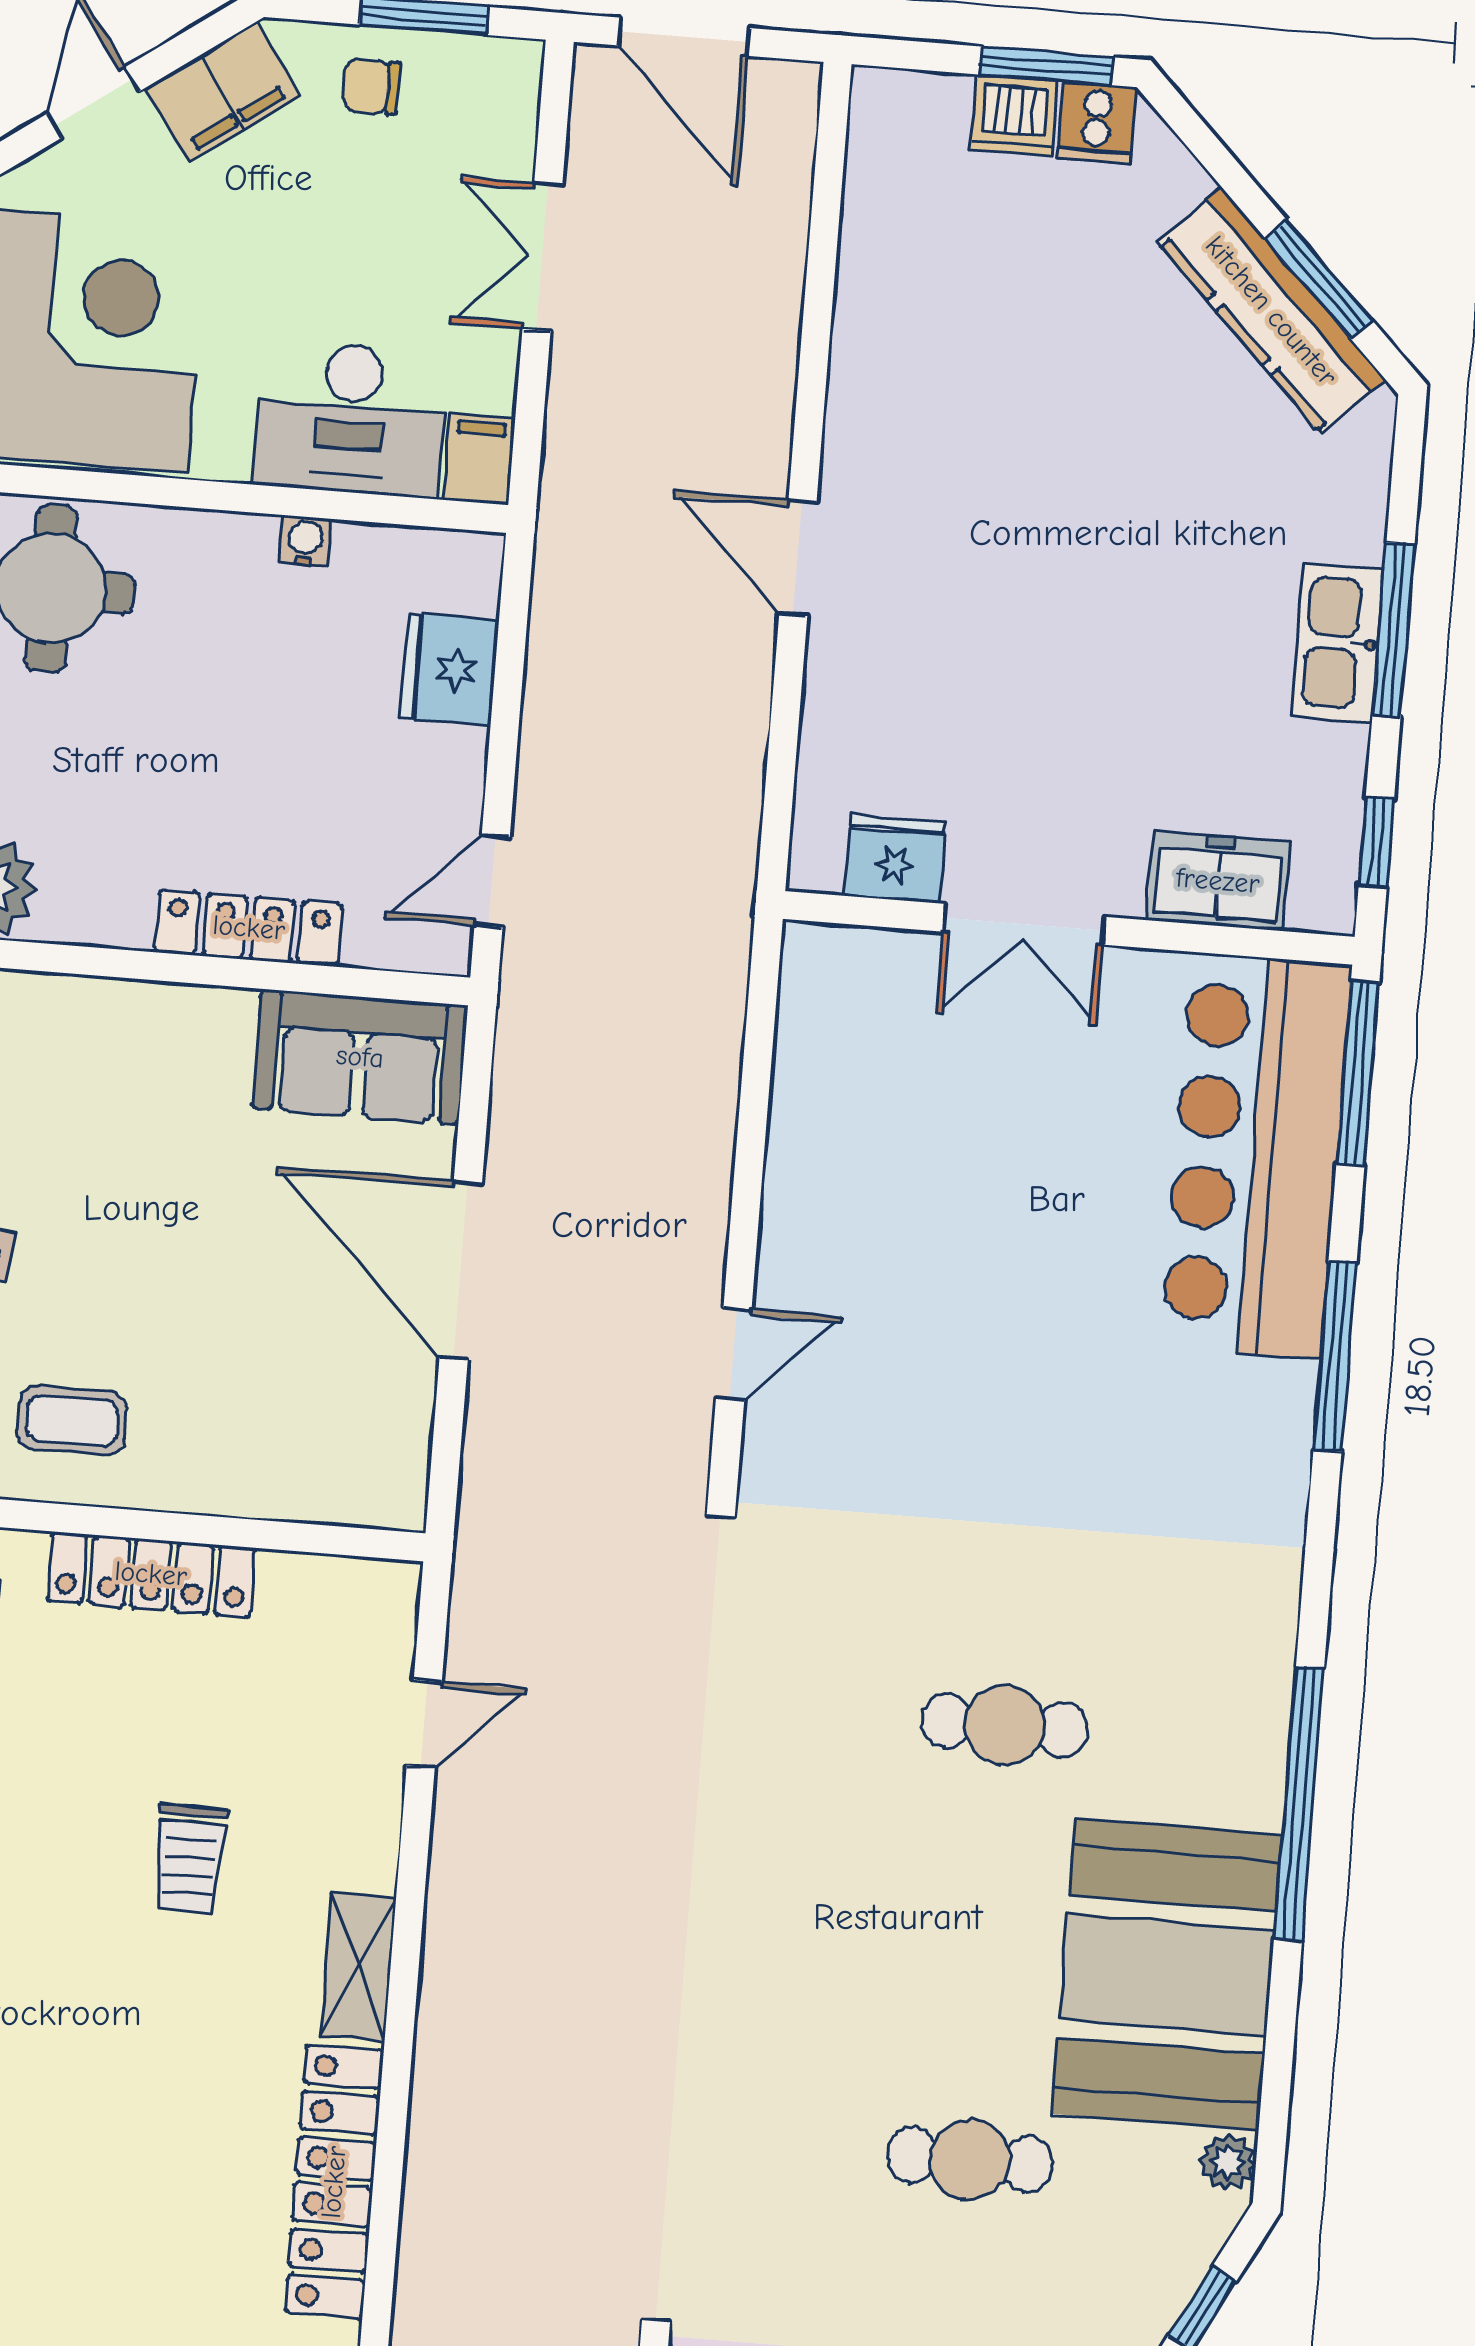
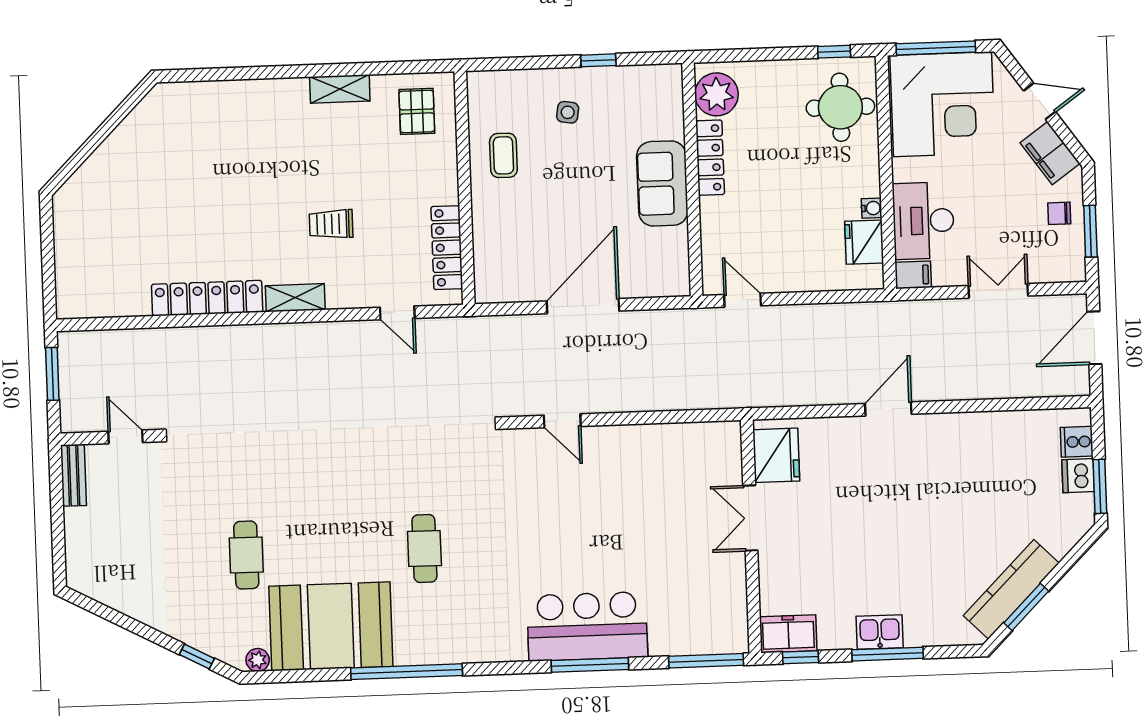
chair: (371, 87) -> (1059, 213), turned -90
cooker: (1097, 123) -> (1077, 442), moved
kitchen sink: (1338, 643) -> (880, 632), width x0.73
fridge: (449, 669) -> (864, 242), moved, turned -90
fridge: (895, 859) -> (776, 455), width x1.36, depth x1.34
freezer: (1218, 881) -> (788, 634), moved, turned -90
locker: (249, 928) -> (710, 158), moved
sofa: (360, 1057) -> (662, 183), moved
bar counter: (1256, 1156) -> (587, 626), moved, width x0.73
locker: (151, 1574) -> (447, 248), moved

